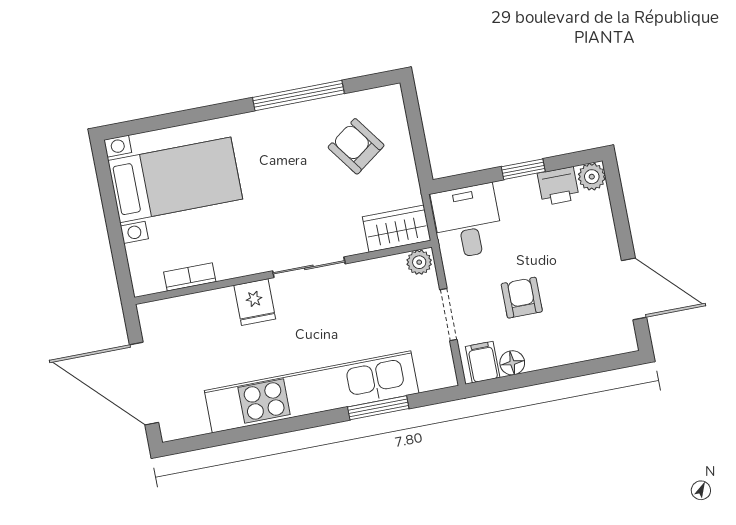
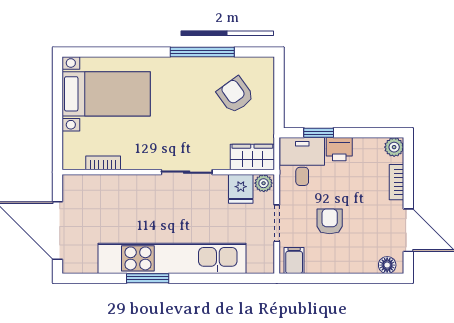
window: (523, 169) -> (319, 133), moved
printer: (558, 186) -> (339, 149), moved
bookcase: (605, 225) -> (397, 182), added
fridge: (255, 302) -> (241, 189), moved
floor lamp: (512, 363) -> (387, 265), moved
window: (378, 408) -> (148, 278), moved

